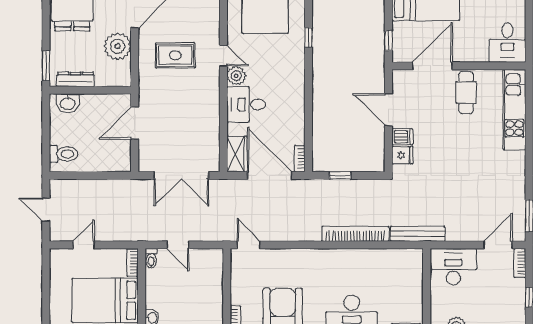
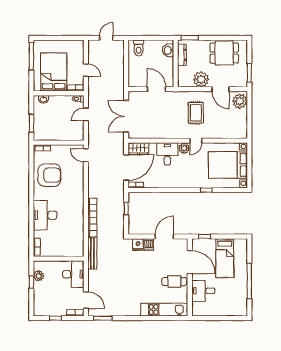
desk: (507, 43) -> (203, 291), moved
door: (84, 245) -> (86, 70), moved
door: (249, 245) -> (86, 155), swing flipped

